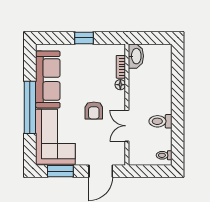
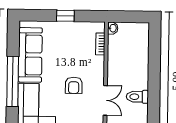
washbasin: (136, 56) -> (113, 28), width x0.52, depth x0.69
floor lamp: (120, 85) -> (99, 61), removed
double door: (127, 126) -> (105, 100), swing flipped

